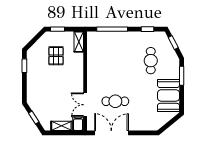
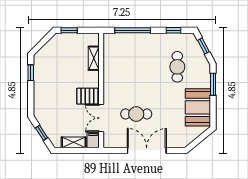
shelving: (79, 42) -> (94, 58), moved
pallet: (56, 56) -> (87, 96), moved, turned 90
double door: (111, 133) -> (147, 151), moved

